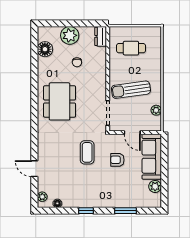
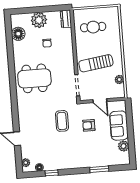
dining table: (60, 101) -> (34, 78), turned 90
sofa: (152, 157) -> (119, 126), width x0.73
window: (86, 211) -> (52, 173), moved

